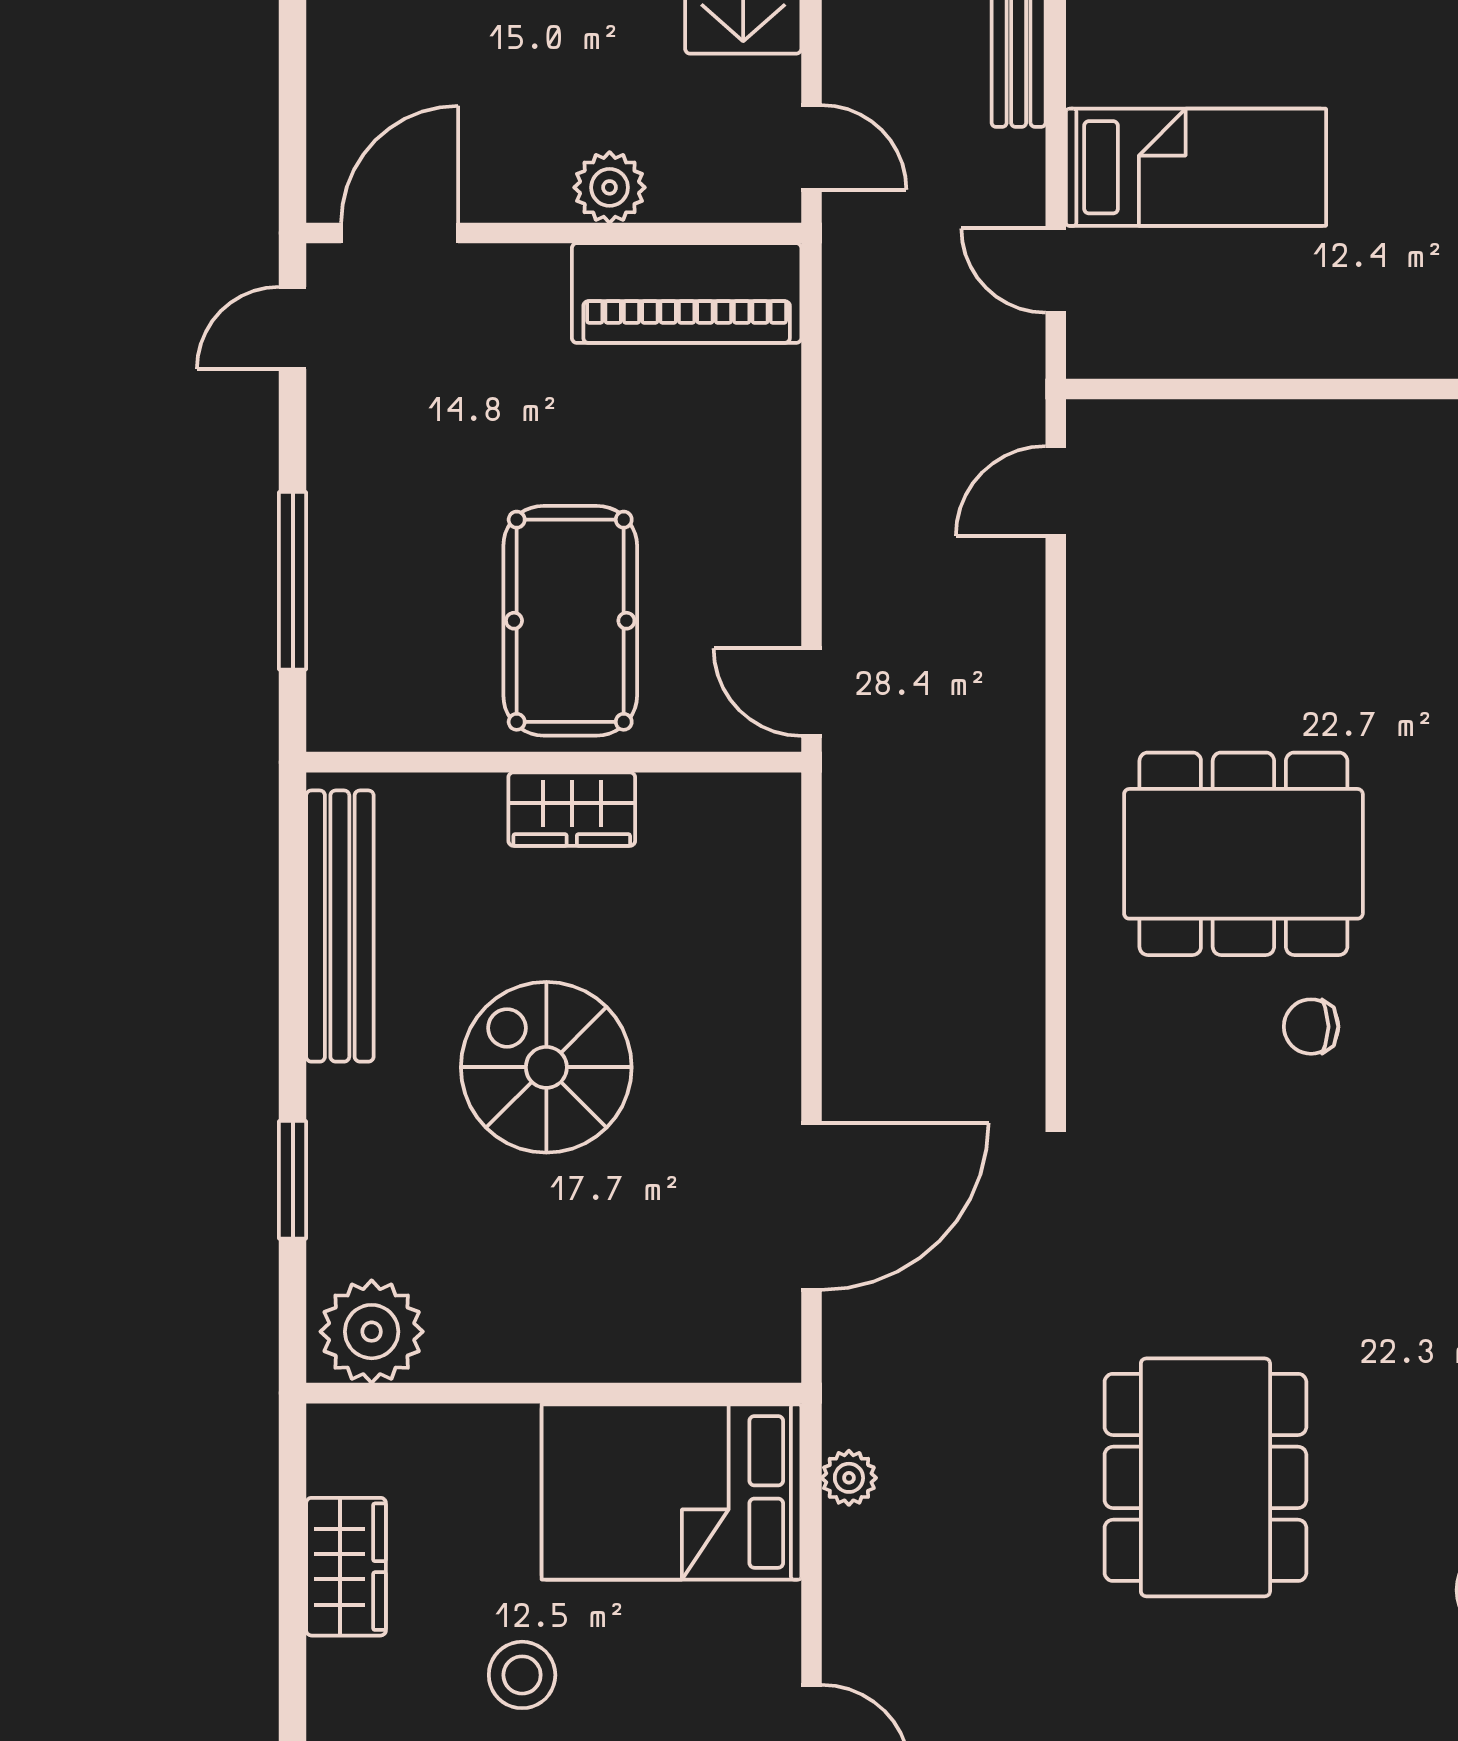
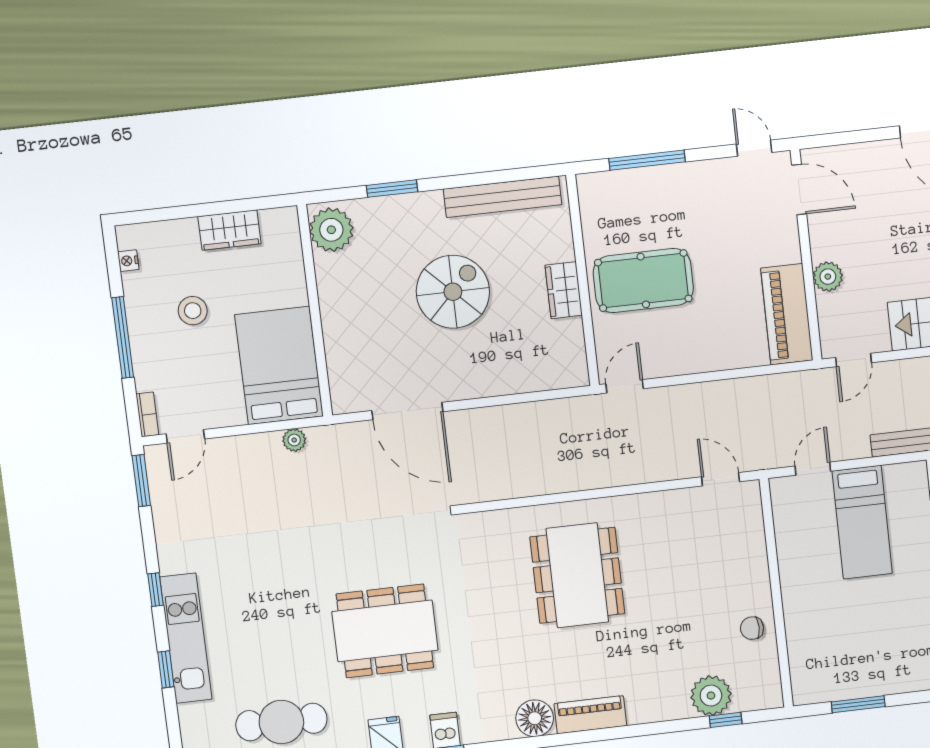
chair: (1311, 1027) -> (752, 628), moved, turned -90
dining table: (1205, 1477) -> (385, 631), moved

